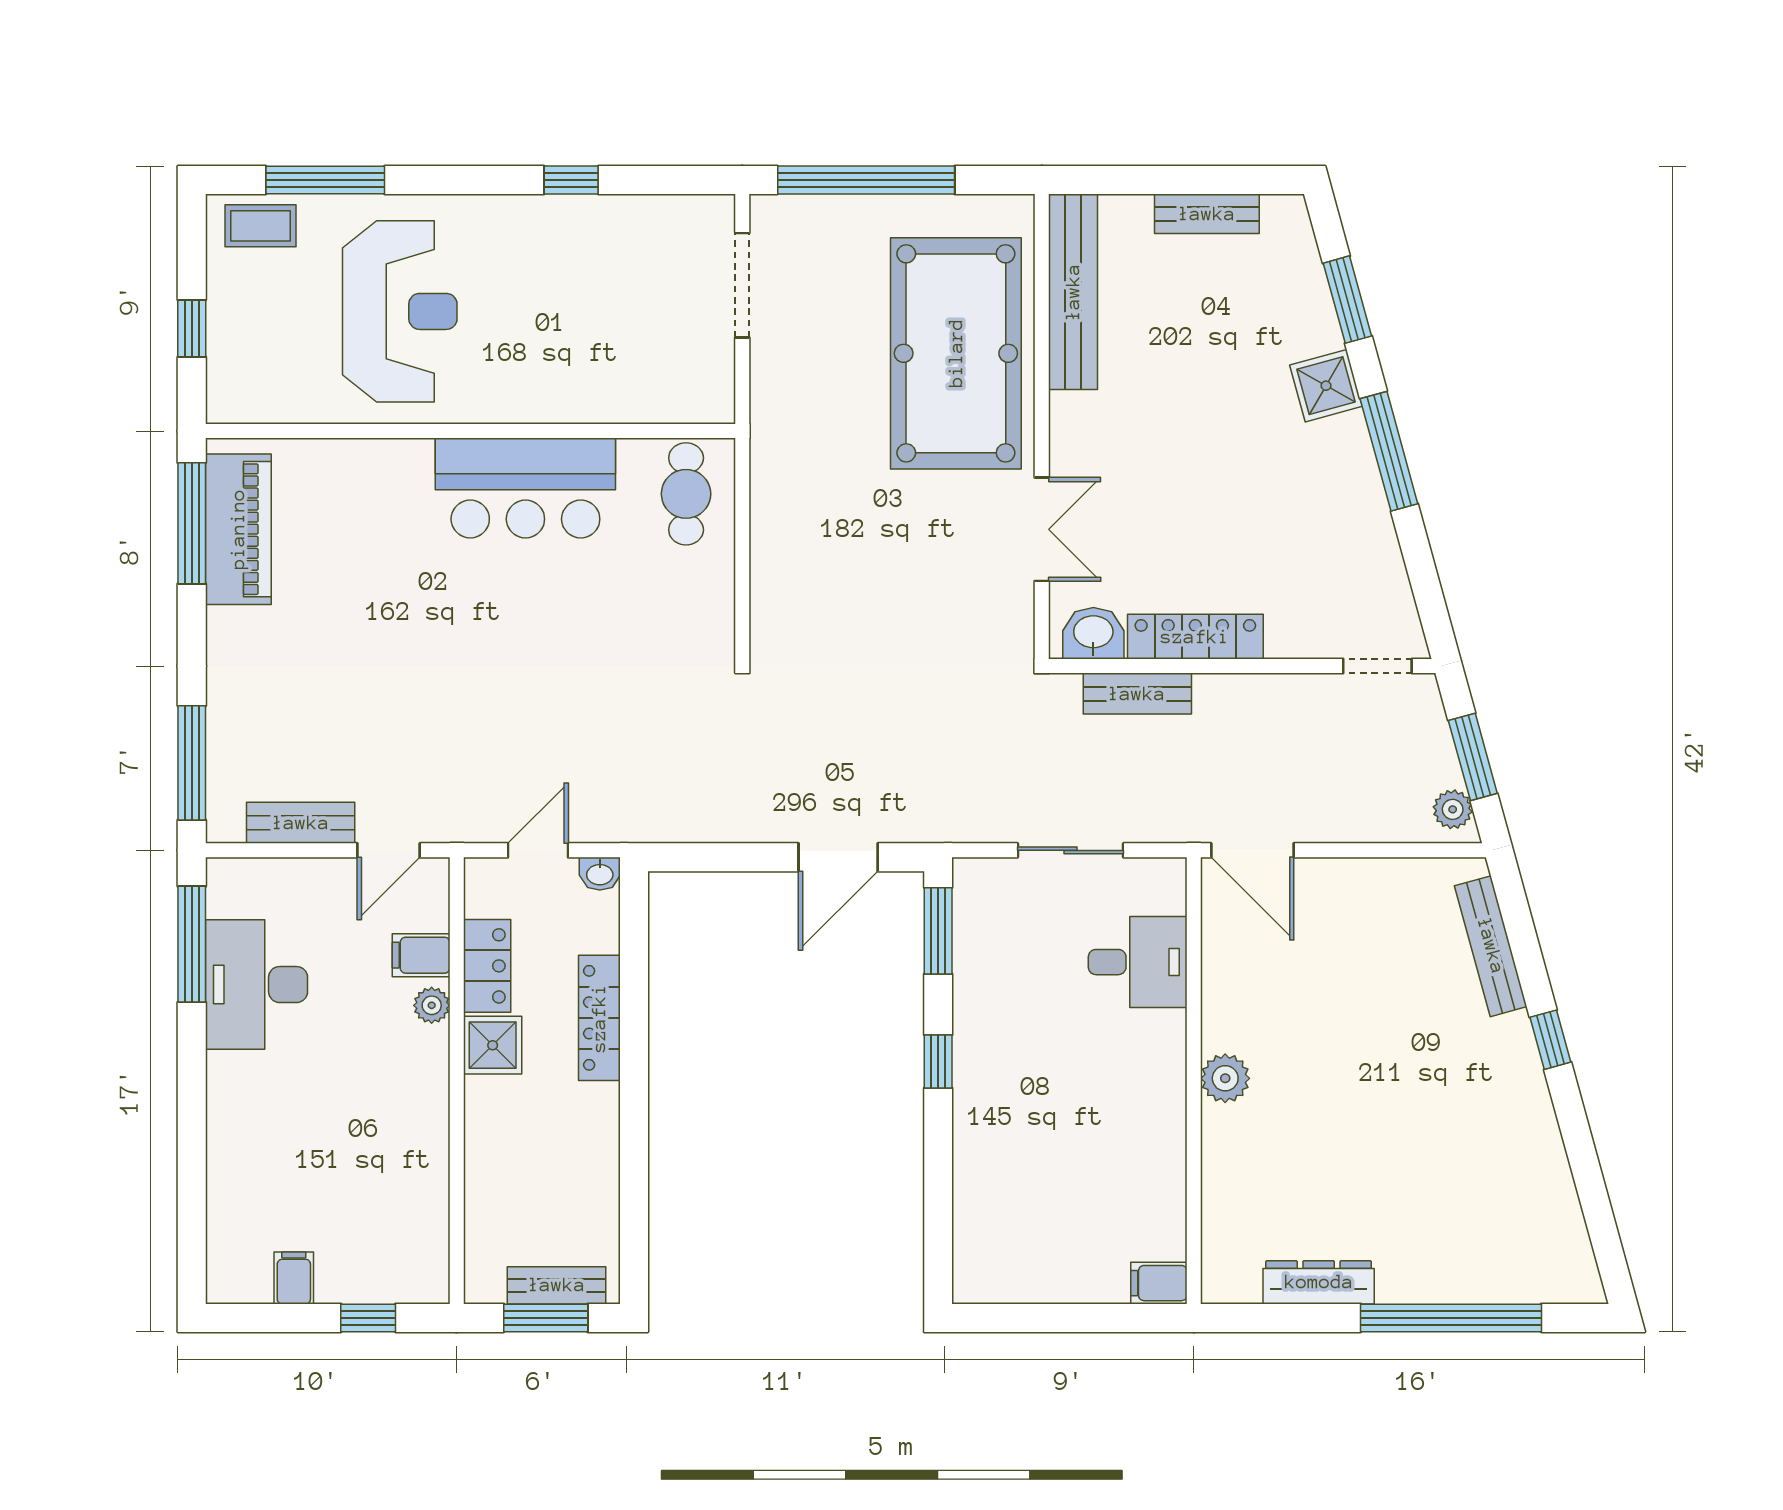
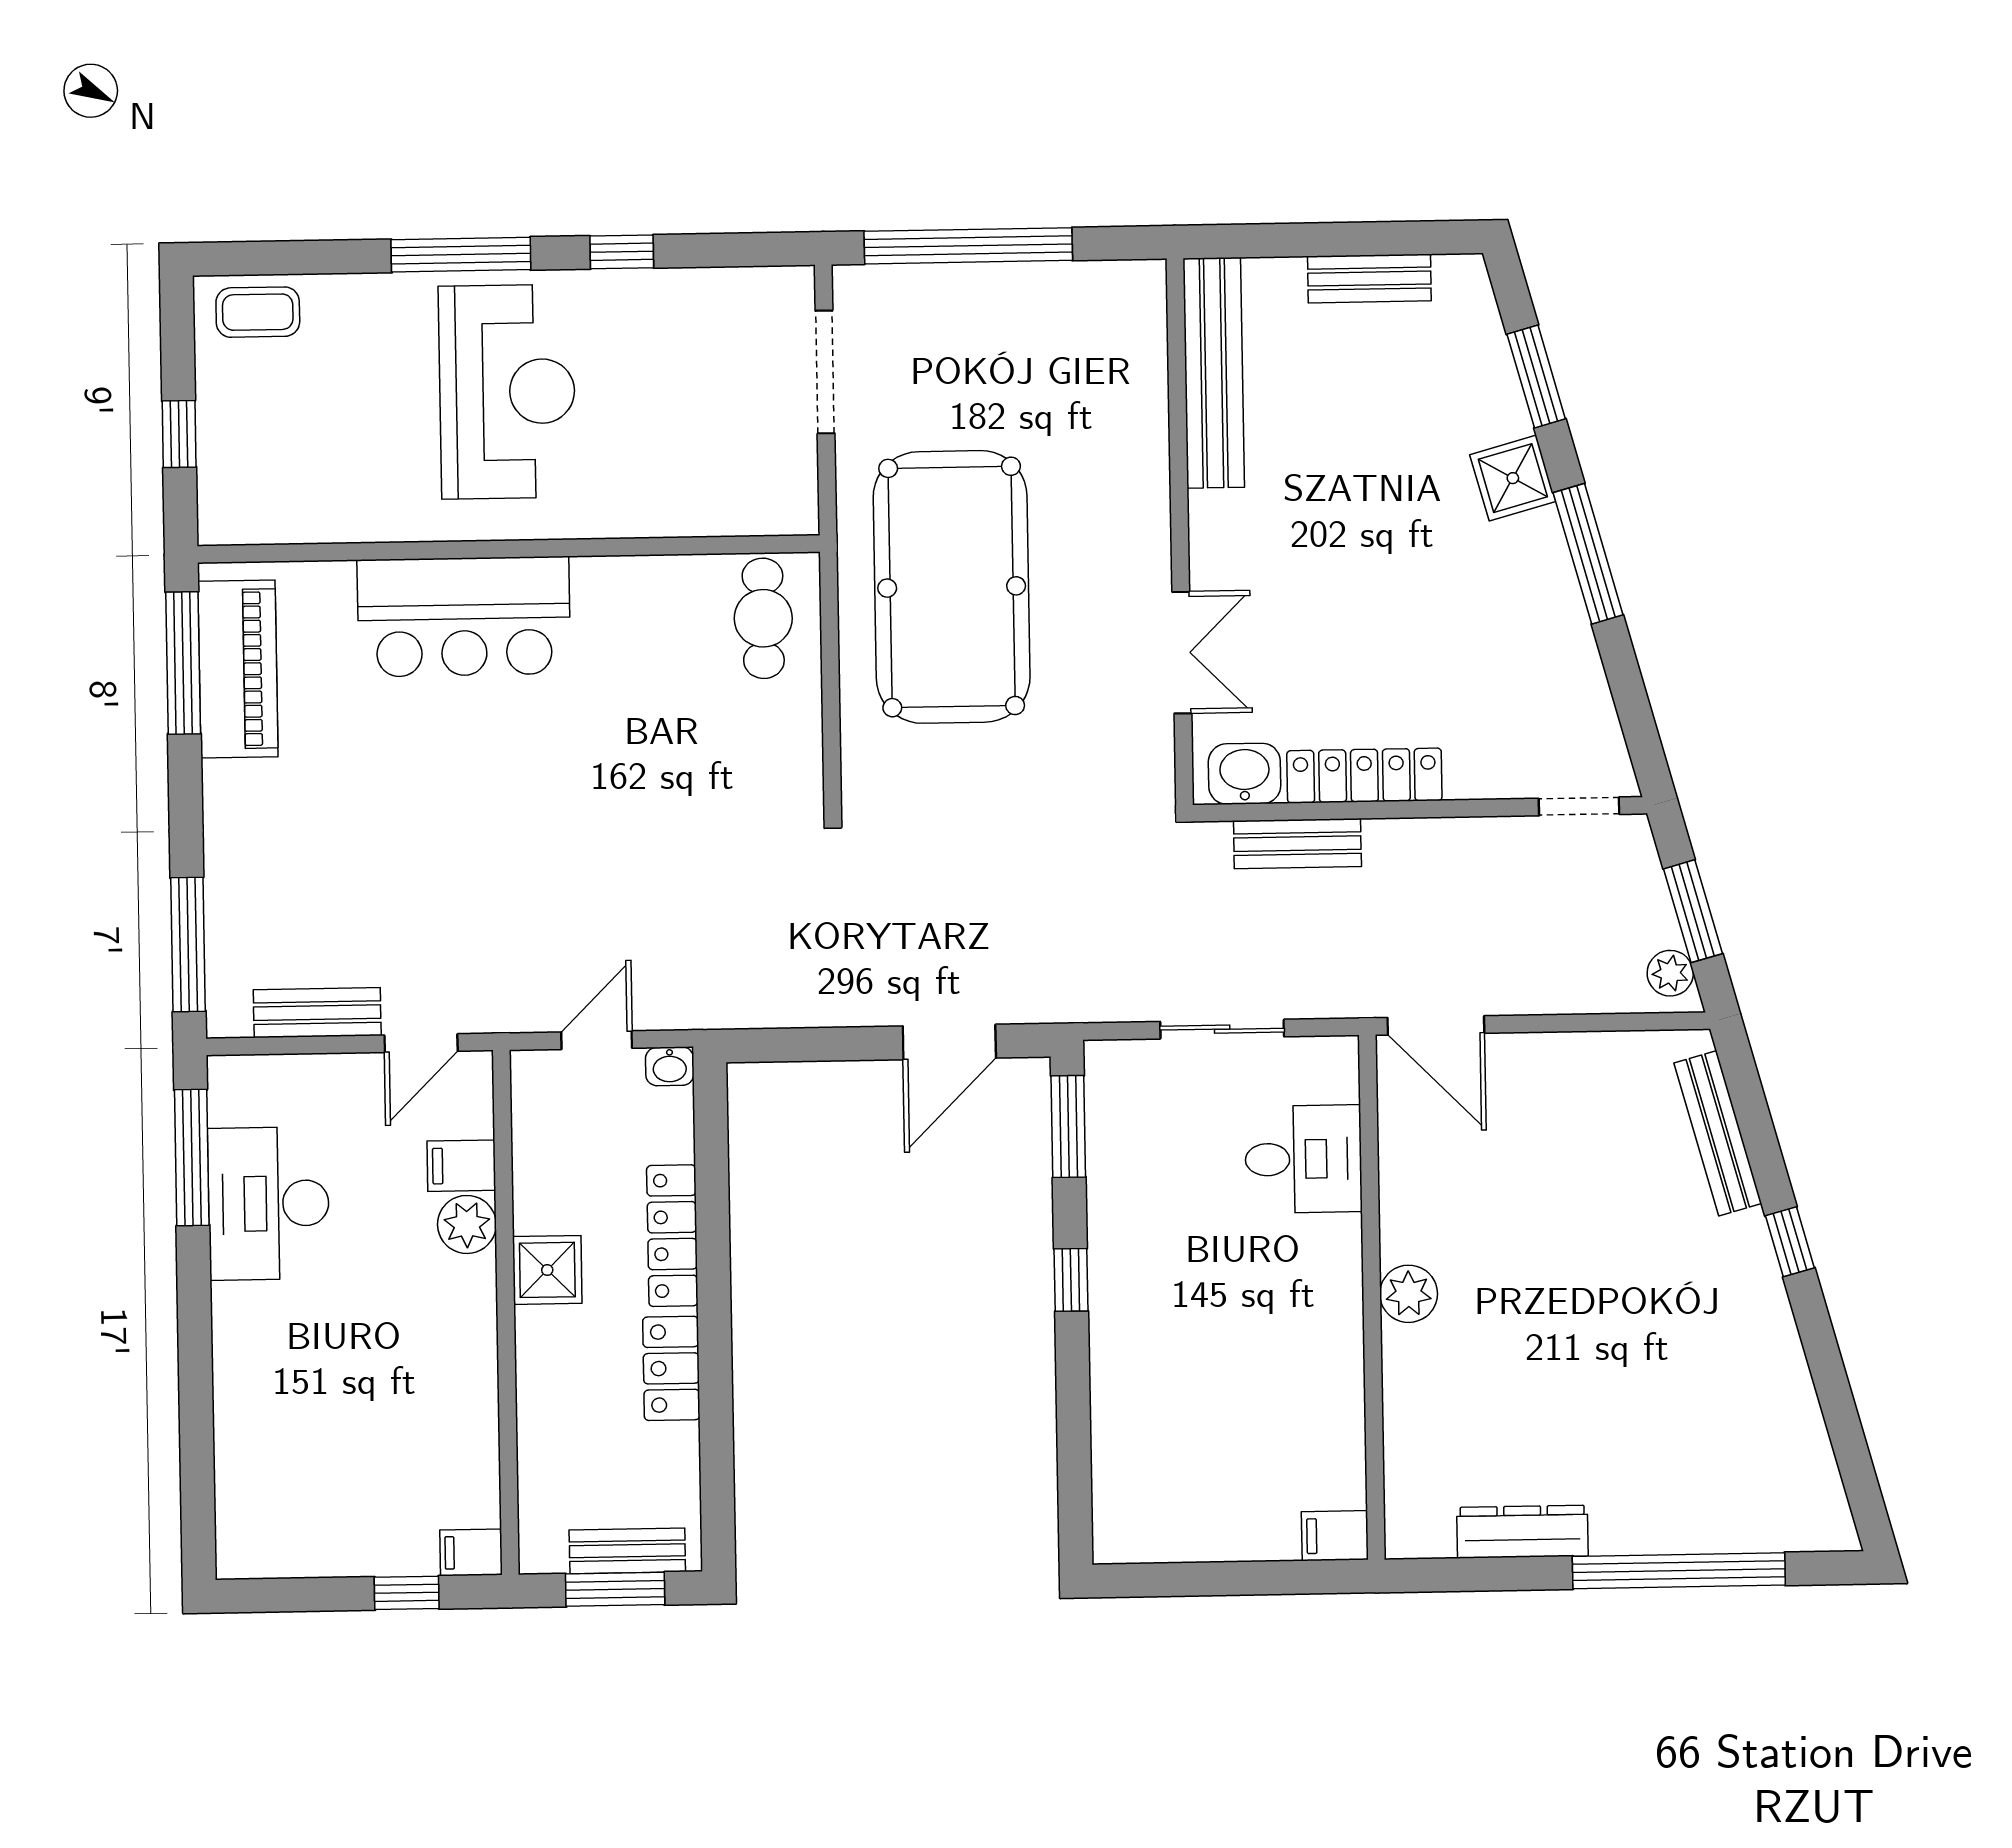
window: (325, 180) -> (461, 255), moved
reception desk: (400, 311) -> (507, 392), moved
pool table: (956, 353) -> (952, 587), moved
bar counter: (525, 488) -> (464, 617), moved
locker: (487, 966) -> (671, 1368), moved, turned 180
plant: (432, 1005) -> (467, 1224), width x1.38, depth x1.38
filing cabinet: (294, 1278) -> (471, 1552), moved, turned -90

